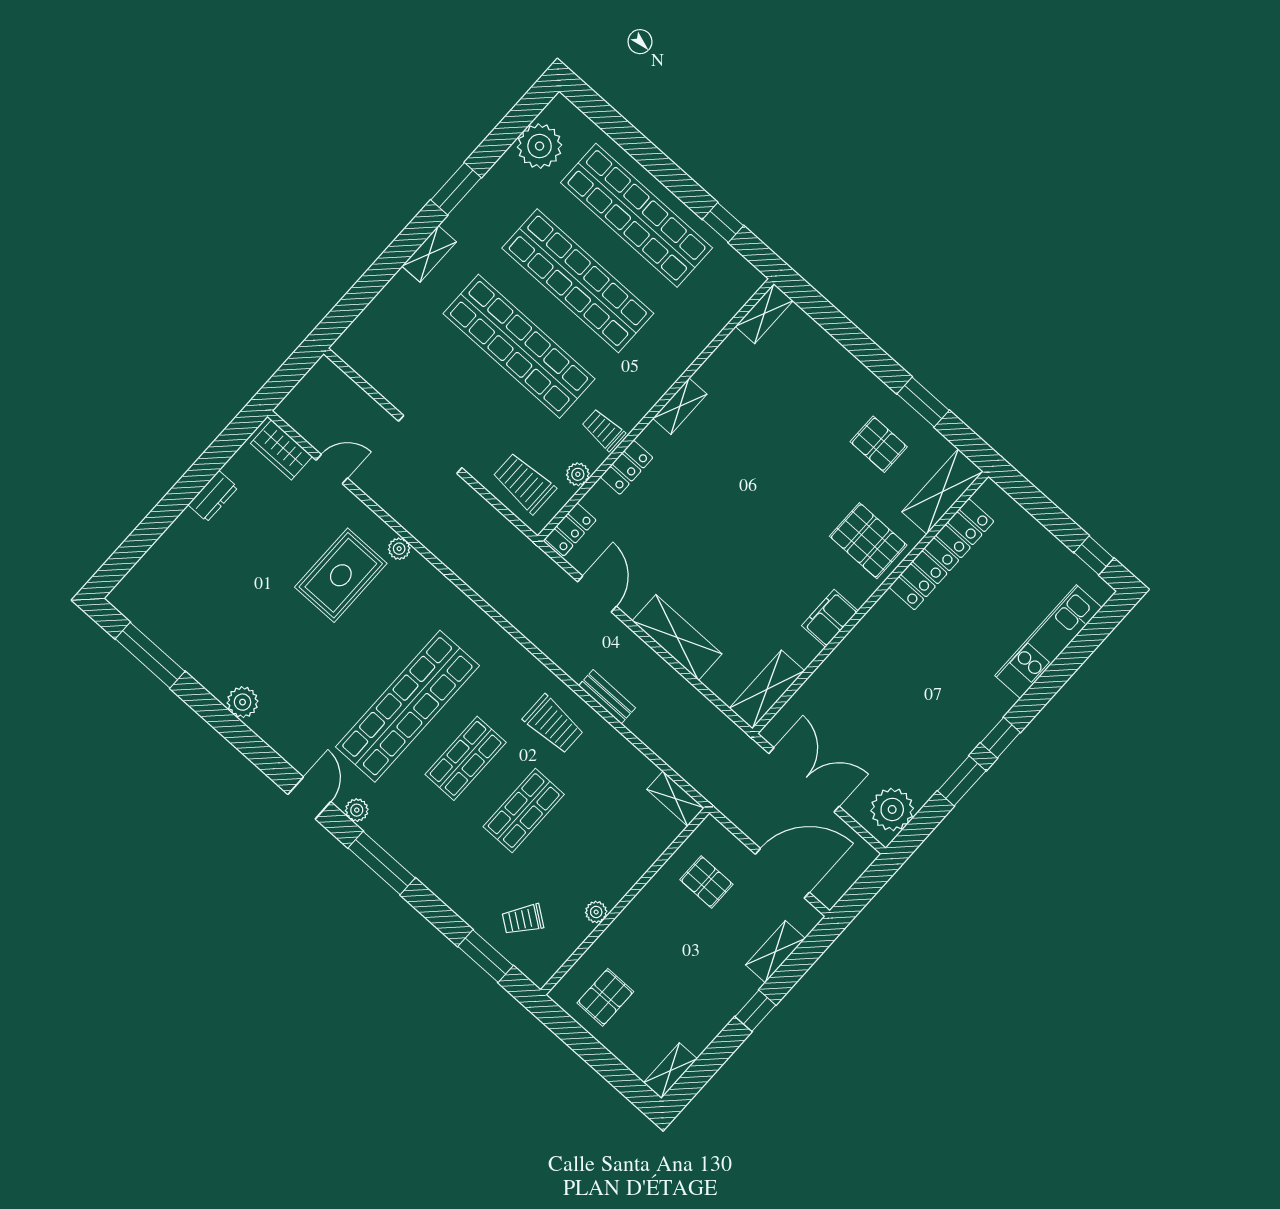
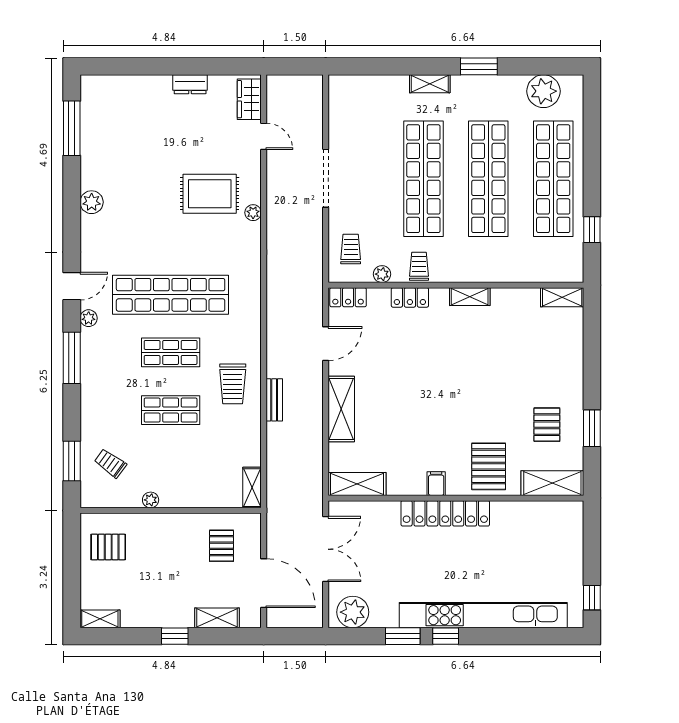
trolley: (524, 483) -> (351, 249), width x0.73, depth x0.72
locker: (941, 554) -> (445, 513), moved
filing cabinet: (830, 618) -> (436, 484), width x0.50
kitchen unit: (1048, 642) -> (483, 615), width x1.86

